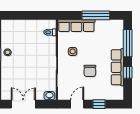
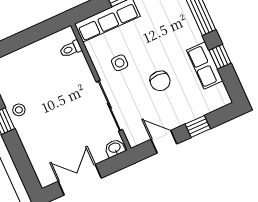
row of seats: (117, 67) -> (205, 65), width x0.68
door: (77, 104) -> (164, 142), hinge flipped

